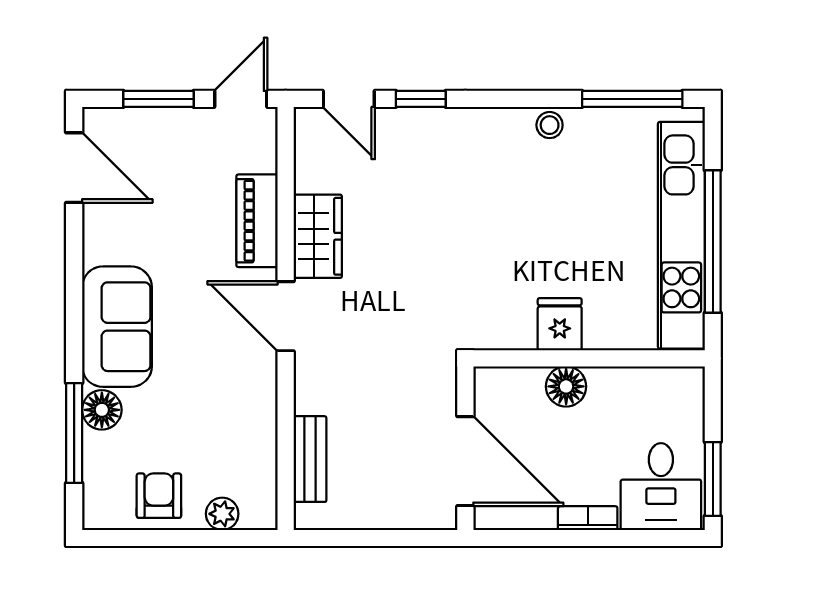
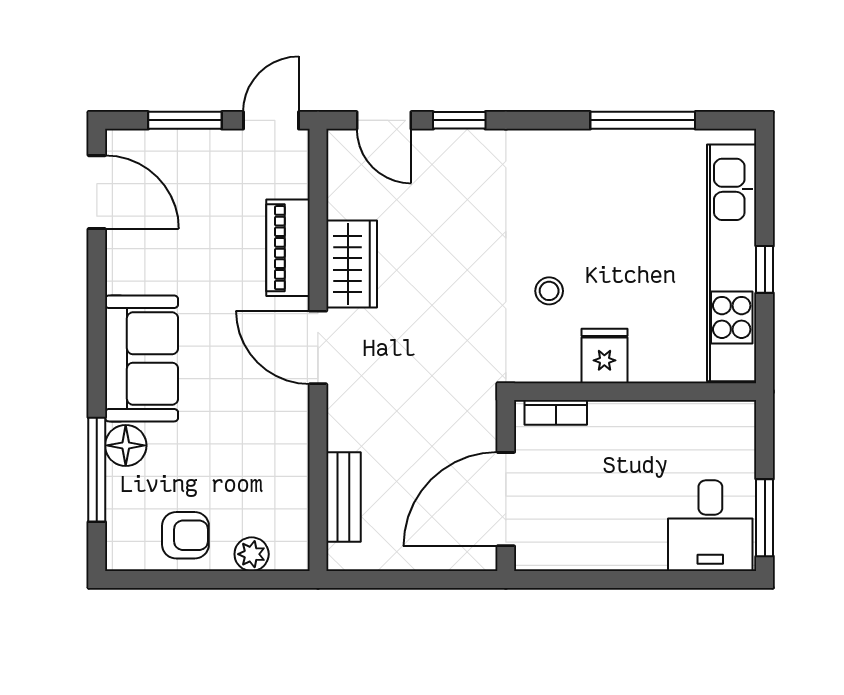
window: (632, 99) -> (643, 120), moved
stool: (550, 125) -> (549, 291), moved
window: (713, 242) -> (765, 269), width x0.32
floor lamp: (566, 386) -> (611, 421), removed
door: (465, 461) -> (506, 499), swing flipped
armchair: (159, 496) -> (185, 535), turned 90
bookcase: (588, 518) -> (556, 412), moved, turned 180

